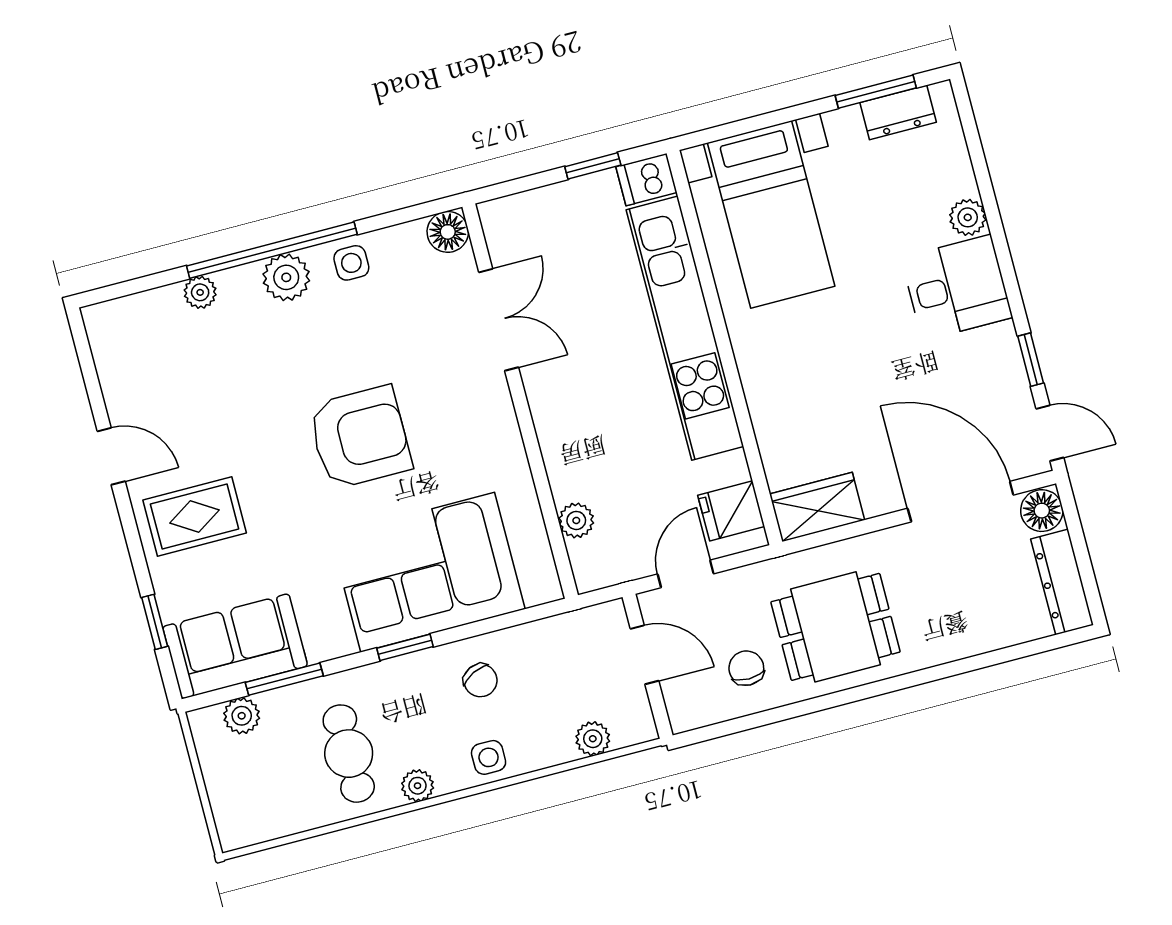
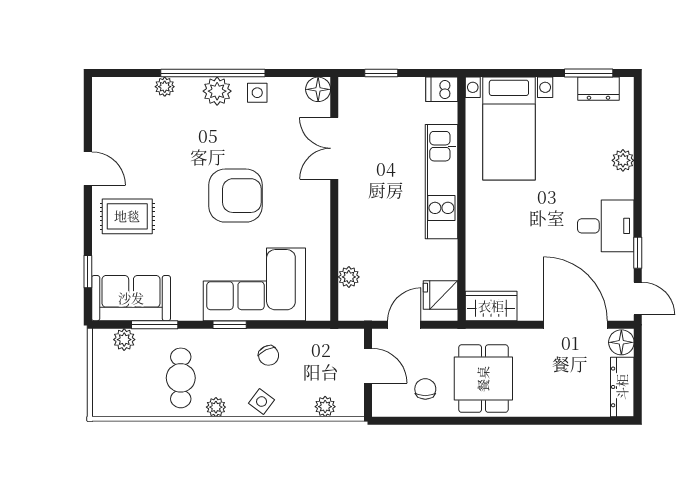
window: (593, 166) -> (381, 73), moved
desk: (957, 288) -> (606, 226), moved
double door: (499, 320) -> (334, 148), swing flipped
kitchen unit: (685, 328) -> (441, 182), width x0.73
dining table: (835, 627) -> (483, 379), turned 90
side table: (489, 757) -> (262, 402), turned 37

